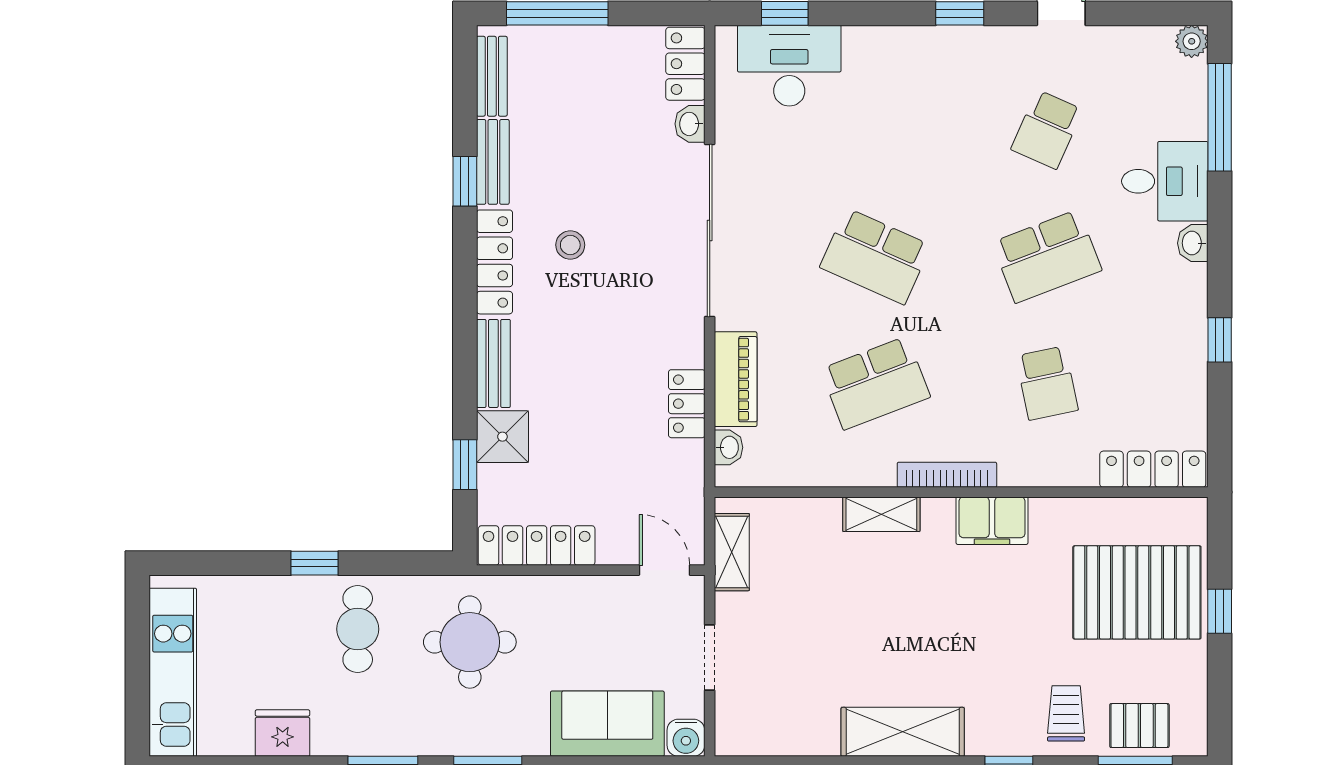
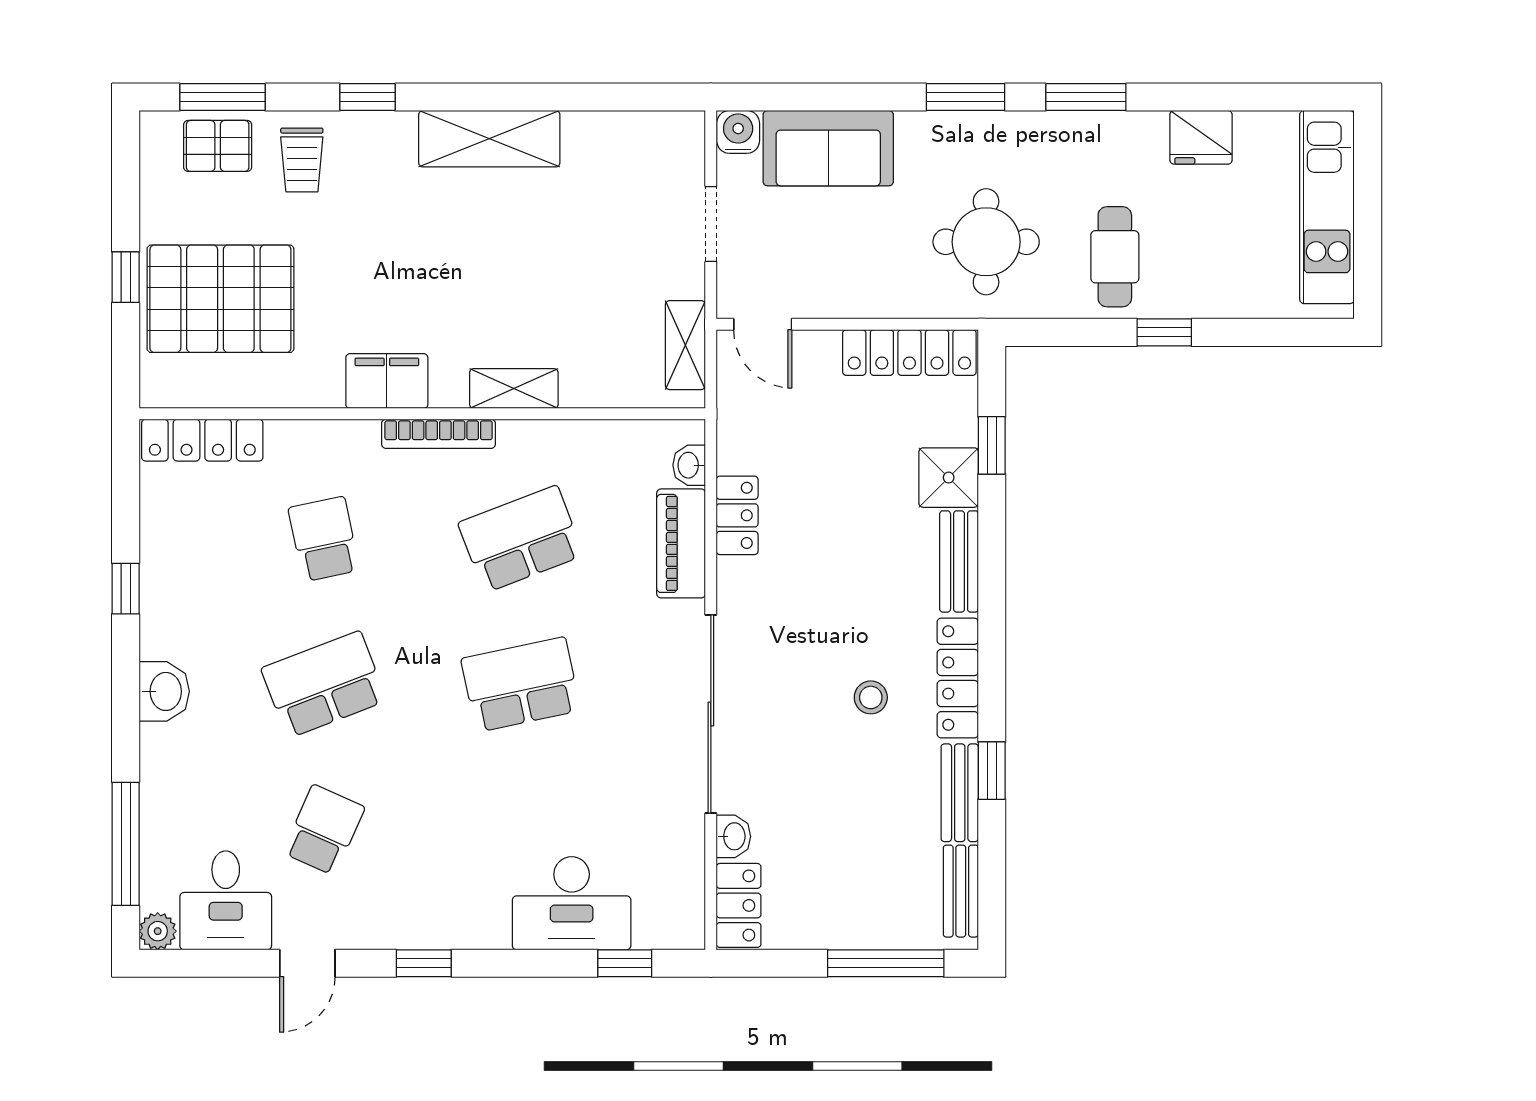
desk: (789, 66) -> (572, 903), moved
desk: (1165, 181) -> (226, 900), moved, turned -90
washbasin: (1193, 243) -> (164, 691), width x1.38, depth x1.45
school desk: (875, 256) -> (521, 684), turned -36

